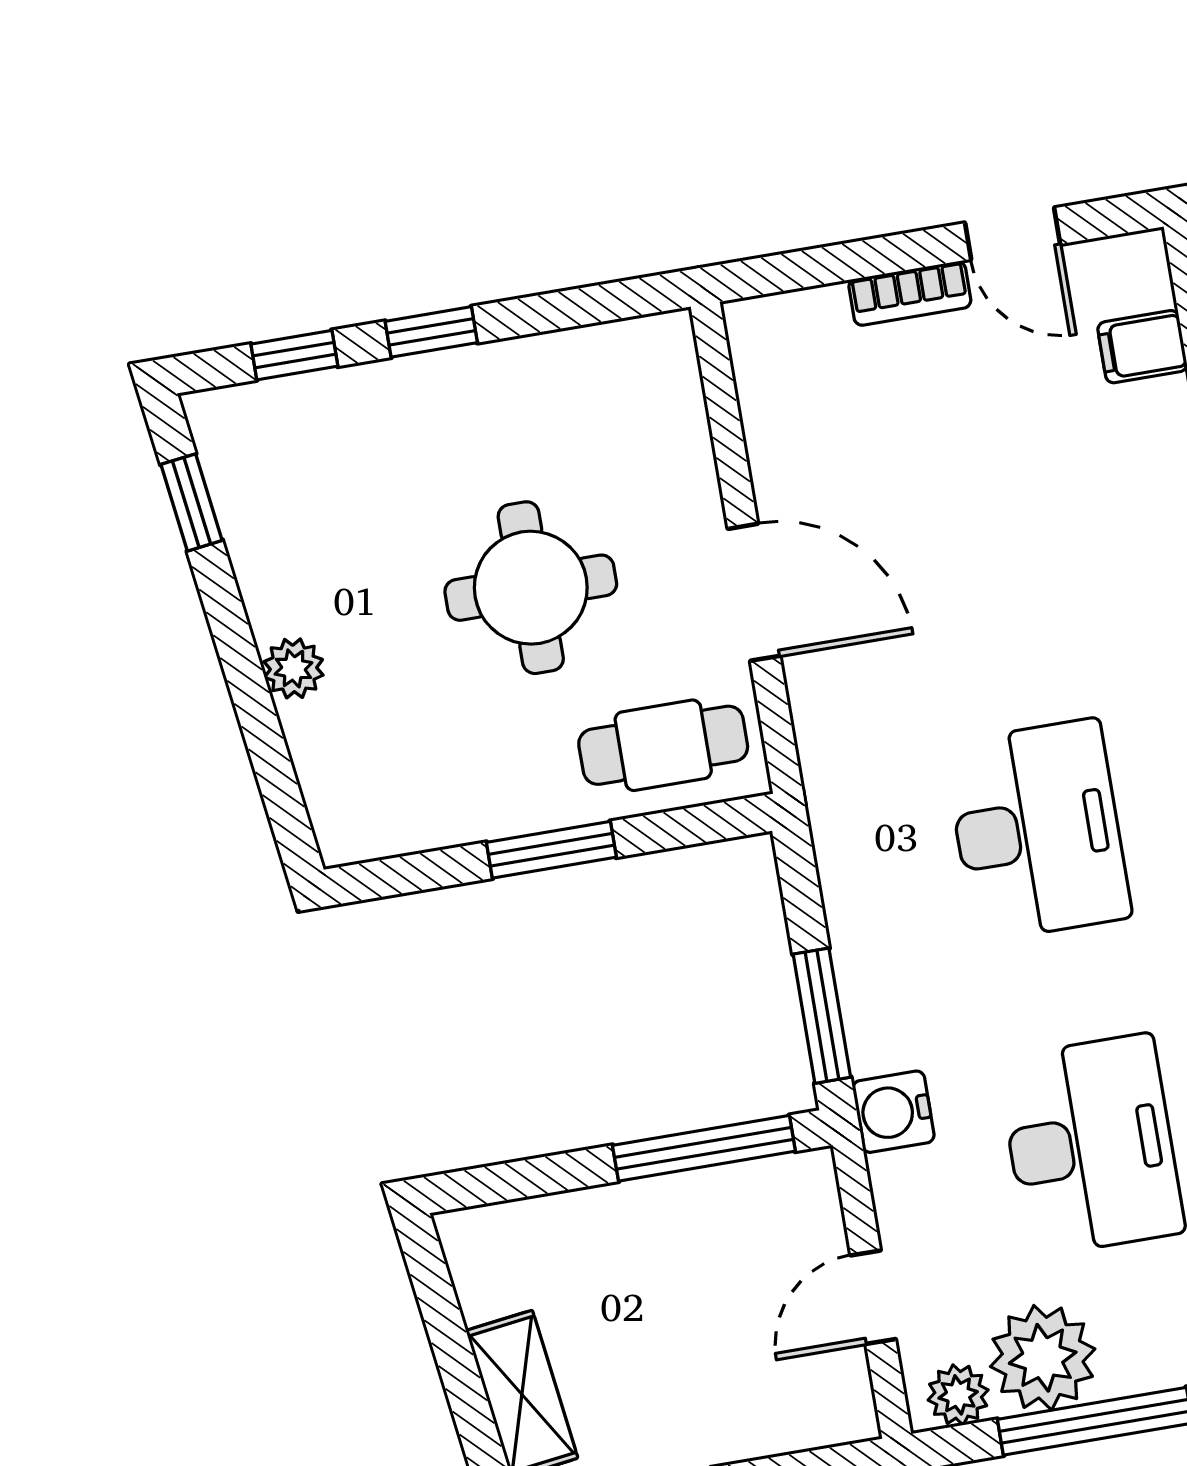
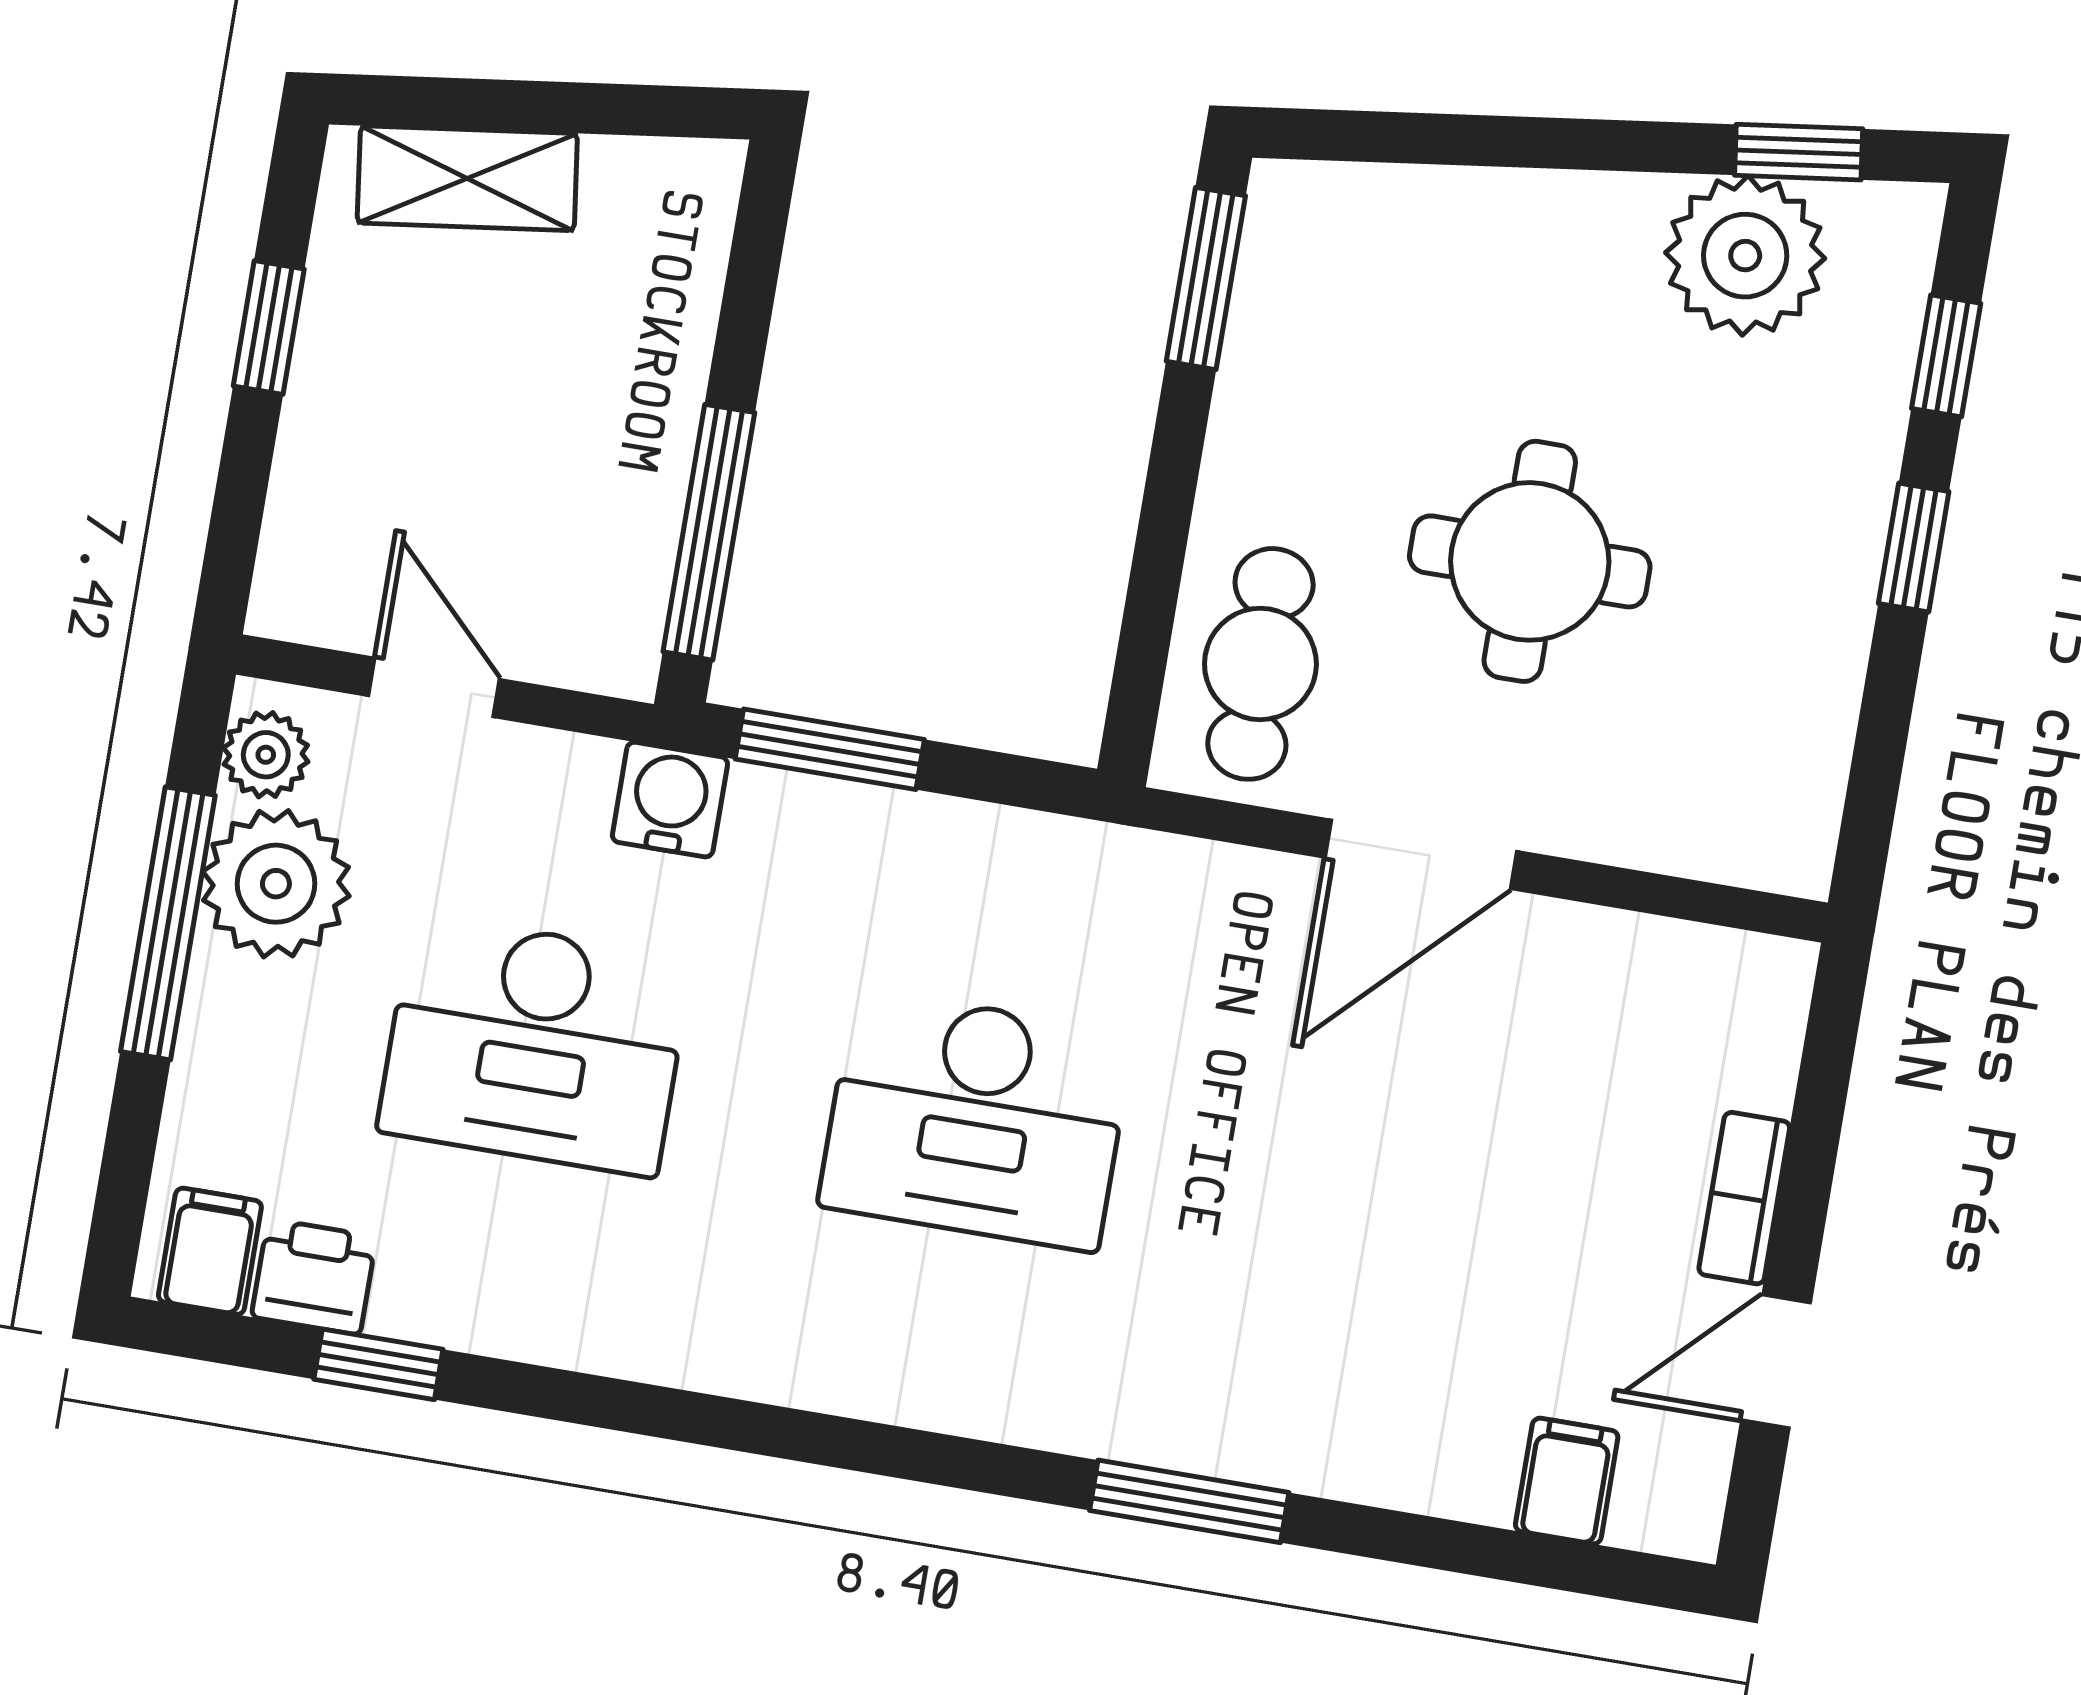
plant: (294, 668) -> (1745, 256), moved, width x1.87, depth x1.87
window: (551, 850) -> (1206, 278), moved

